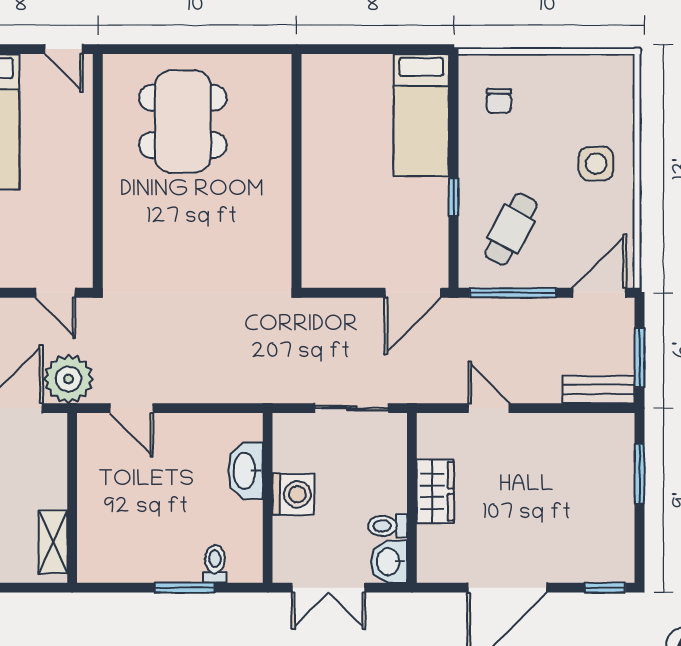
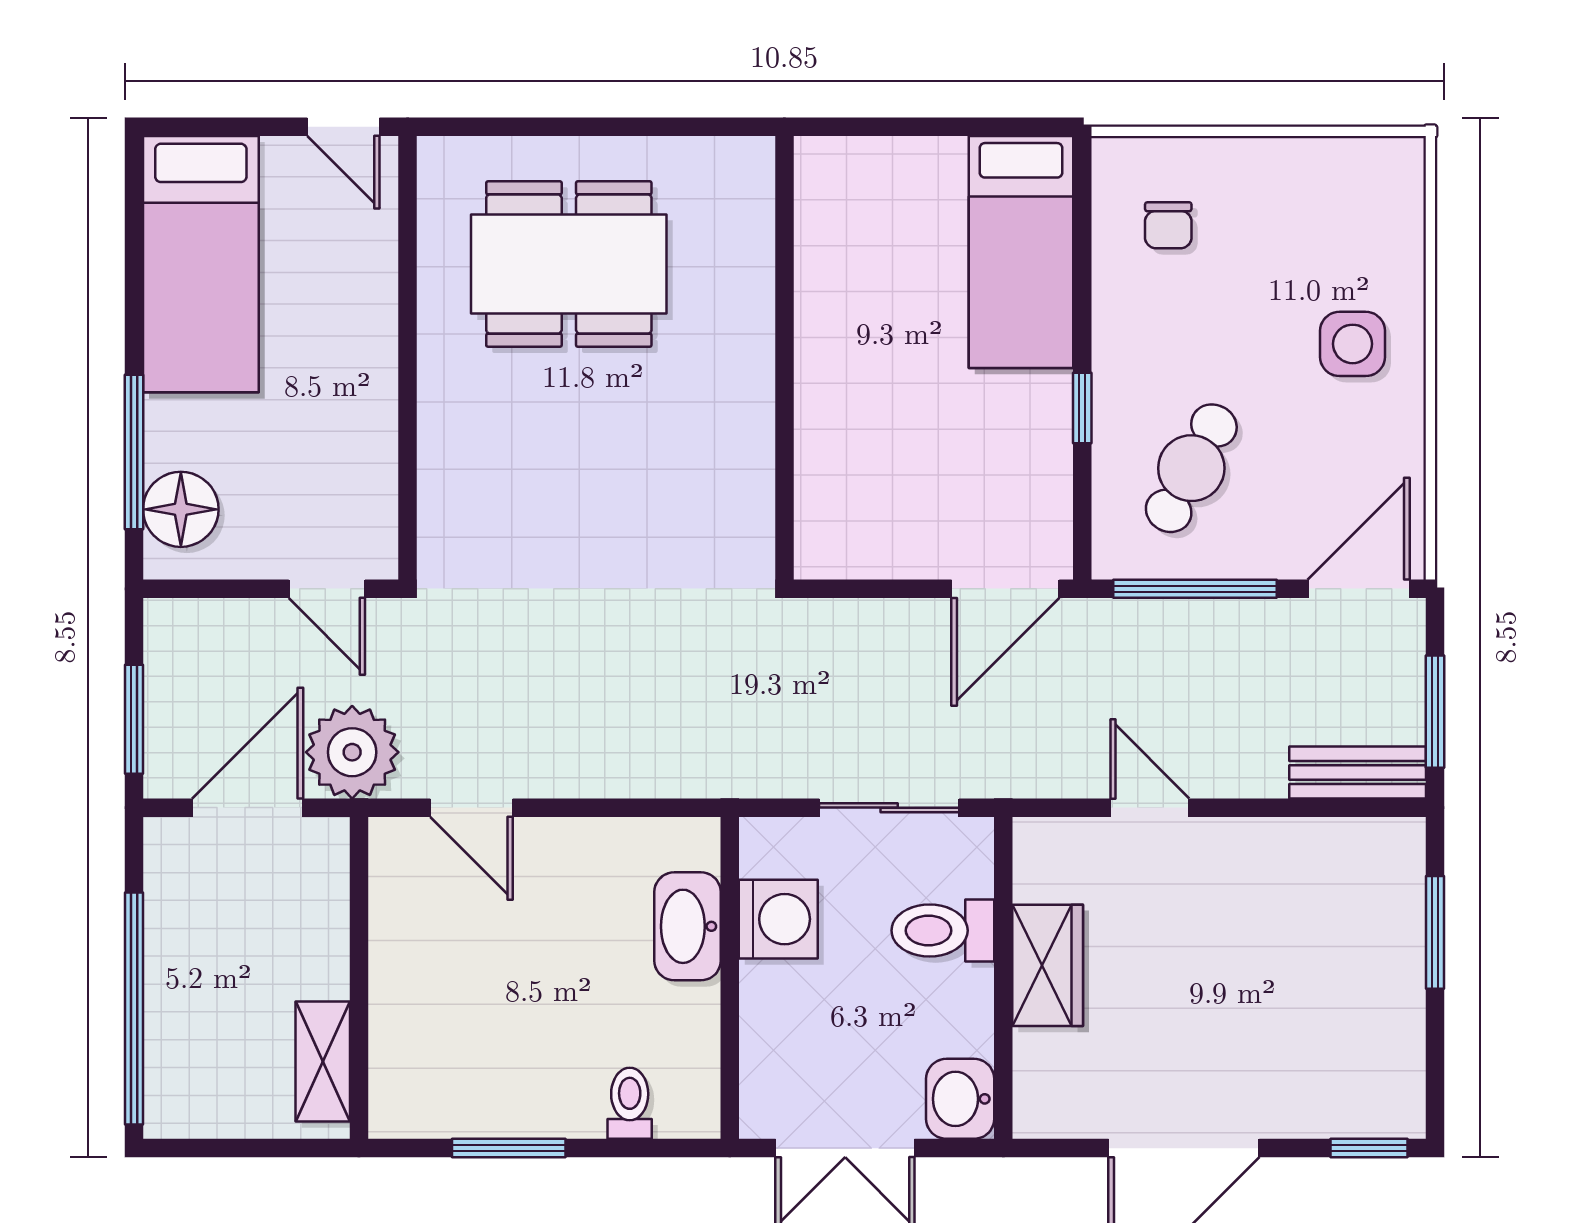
dining table: (183, 121) -> (569, 264), turned 90
washing machine: (293, 494) -> (778, 919), moved
toilet: (388, 526) -> (943, 931), moved, width x1.37, depth x1.39
window: (185, 588) -> (509, 1148), moved

